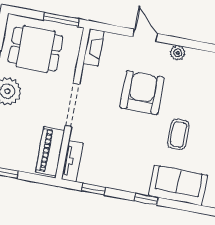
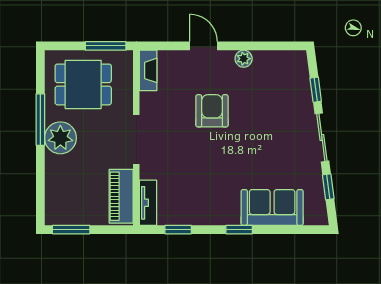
armchair: (142, 93) -> (212, 111), width x0.73, depth x0.73
coffee table: (179, 134) -> (262, 150), removed

